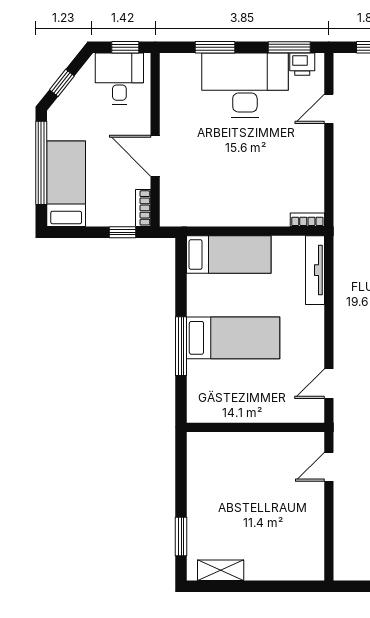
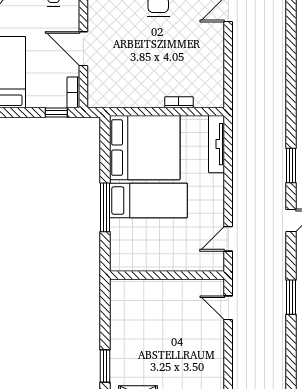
bookcase: (307, 220) -> (179, 102), moved
bed: (229, 254) -> (145, 148), width x2.04
door: (329, 467) -> (228, 308), hinge flipped

